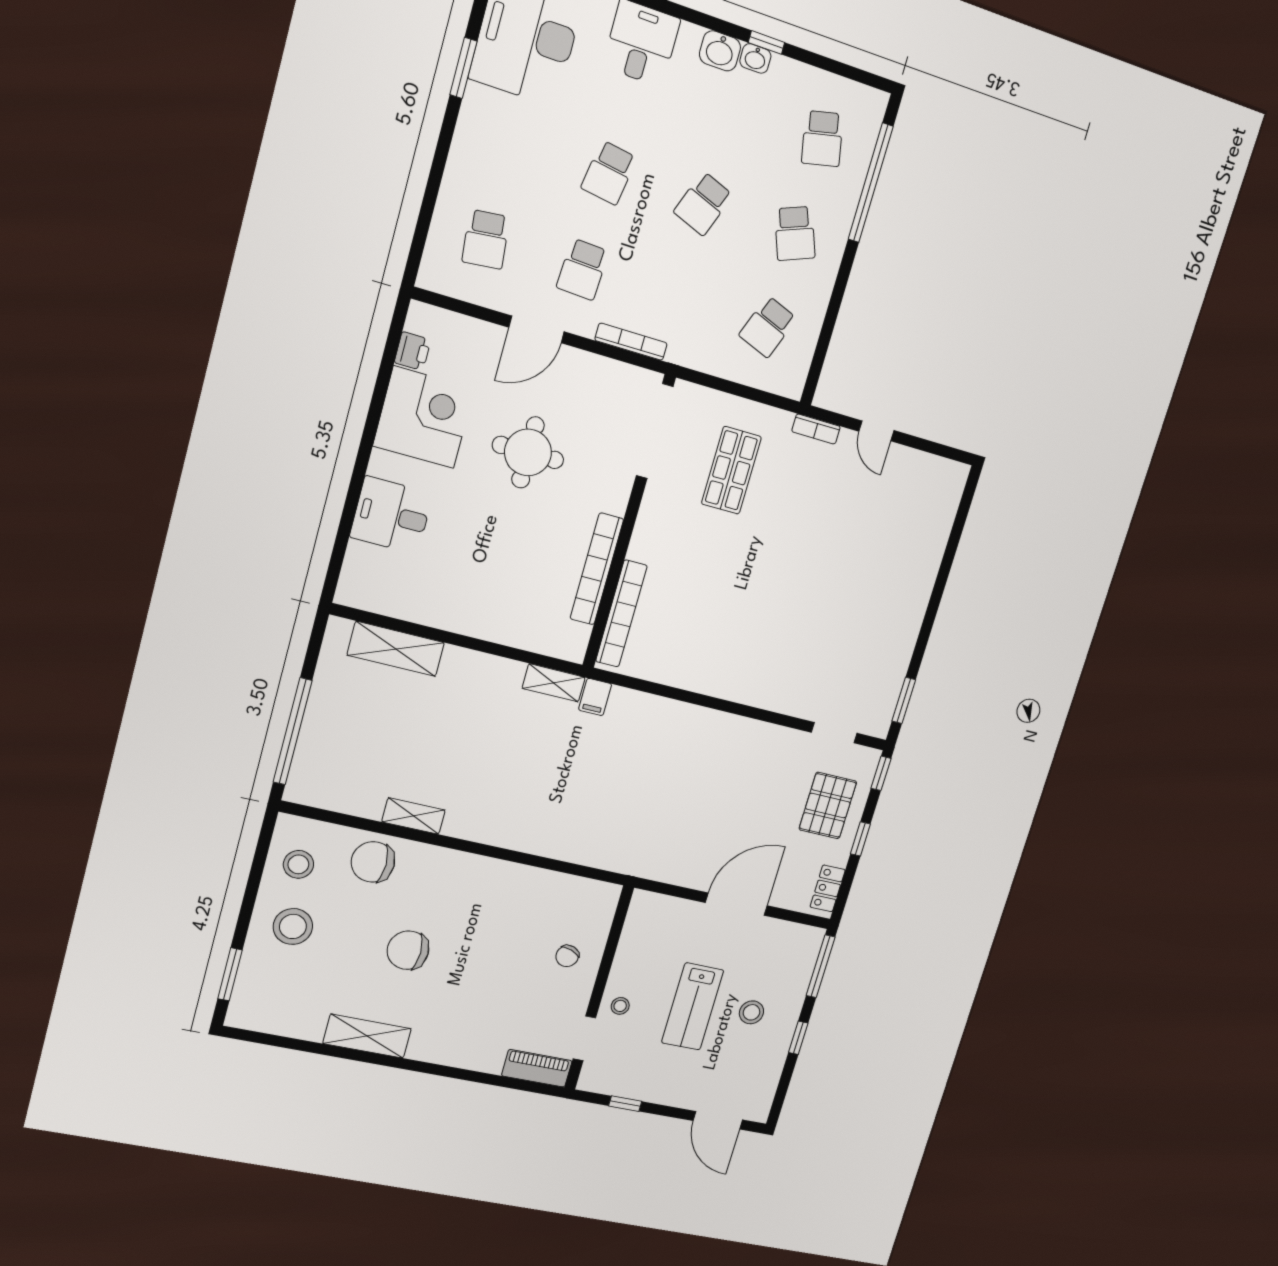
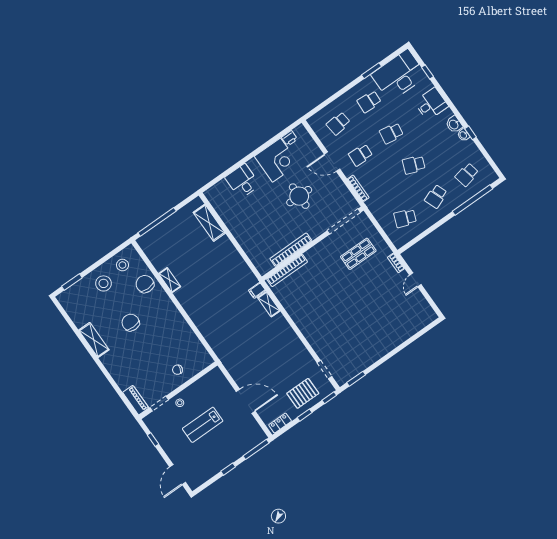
school desk: (512, 141) -> (369, 102), added
shelving: (554, 683) -> (269, 304), moved
stool: (751, 1012) -> (220, 445), removed

